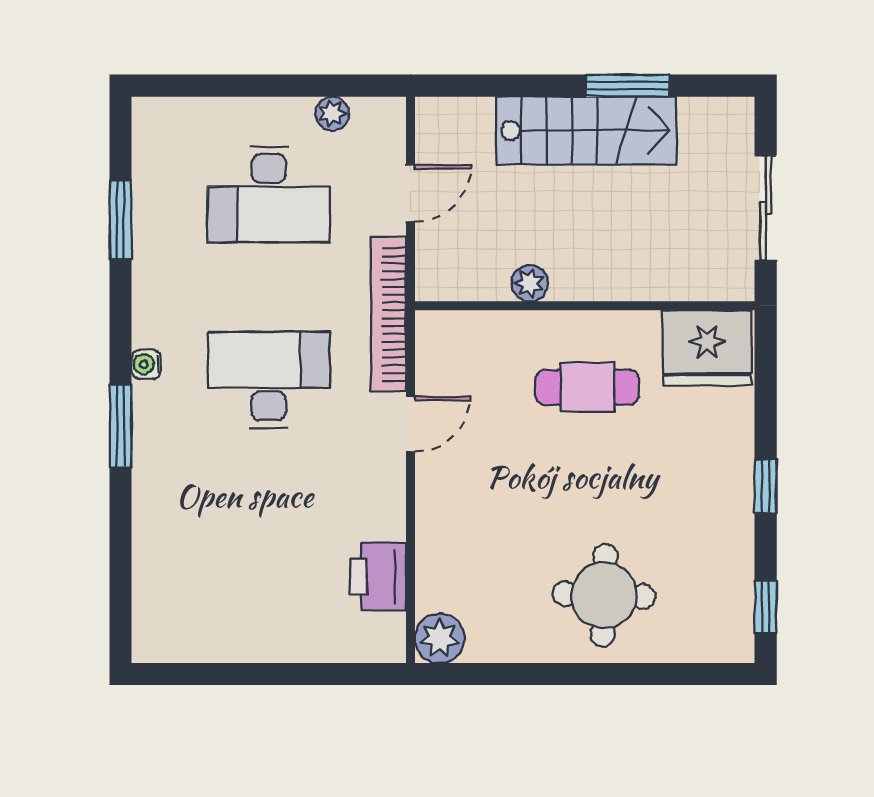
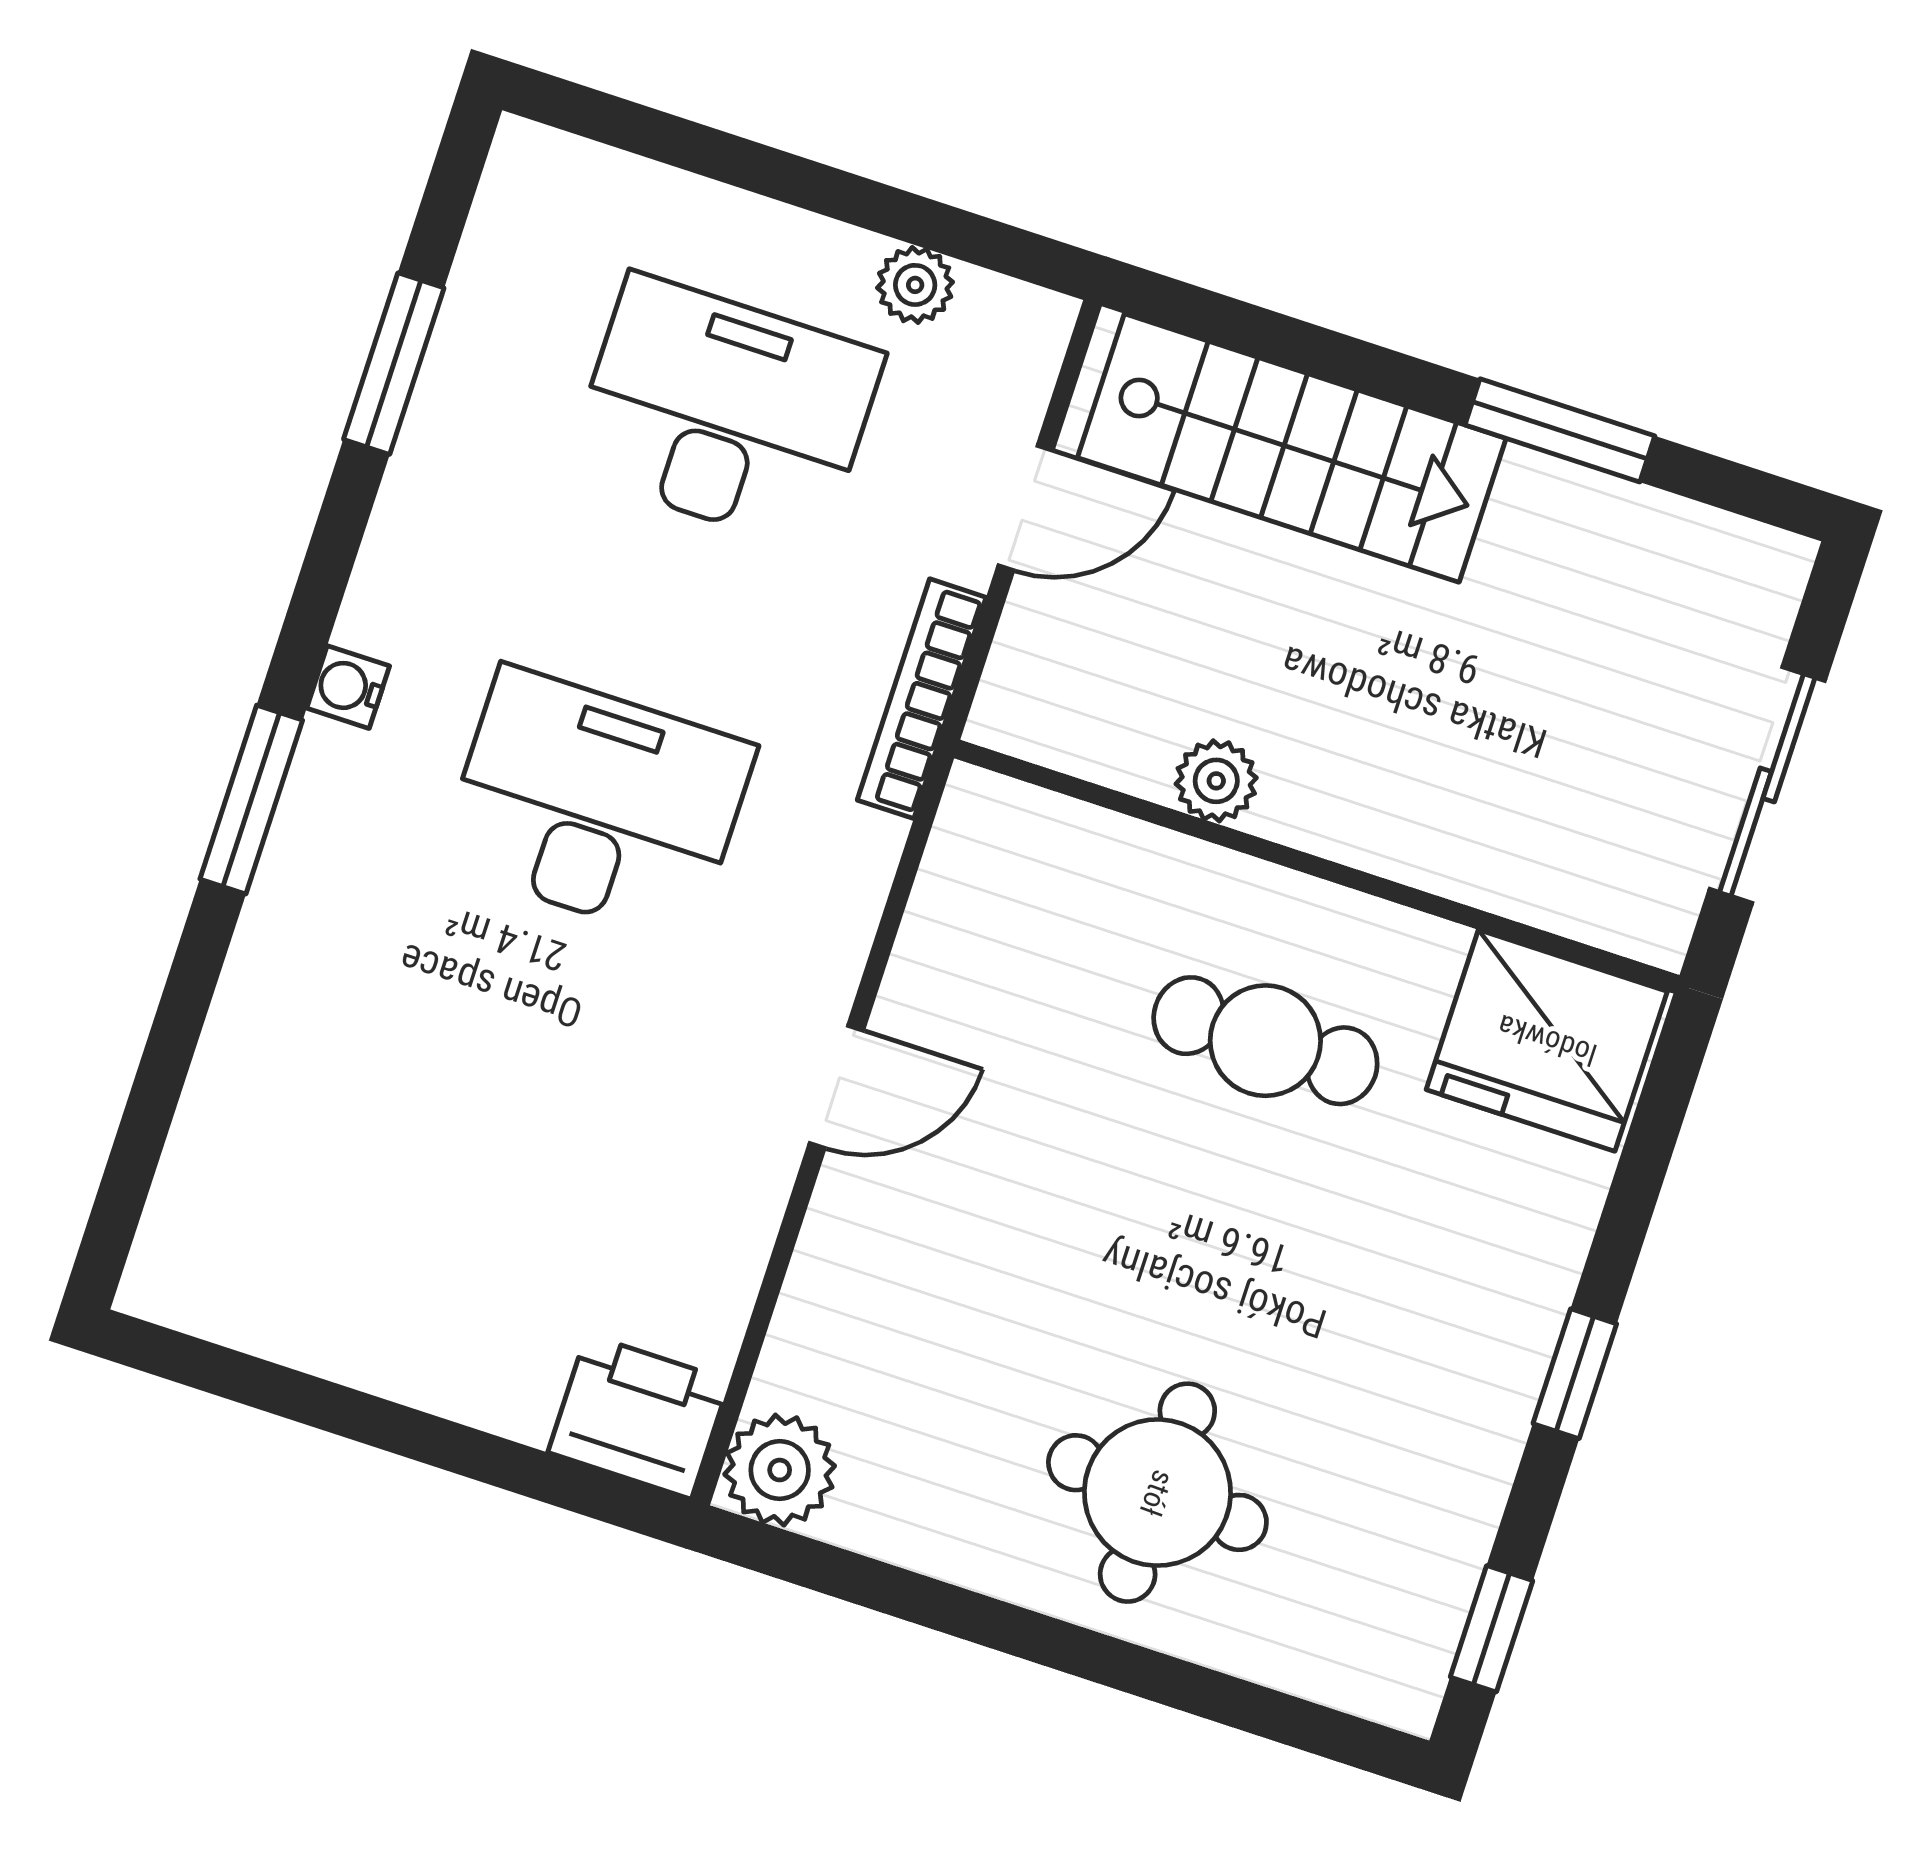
stairs: (586, 131) -> (1292, 448), moved
desk: (269, 194) -> (725, 412), turned 180
bookcase: (388, 314) -> (922, 699), width x0.68, depth x0.76
door: (410, 424) -> (836, 1087), moved
printer: (378, 577) -> (639, 1416), moved, turned 90

